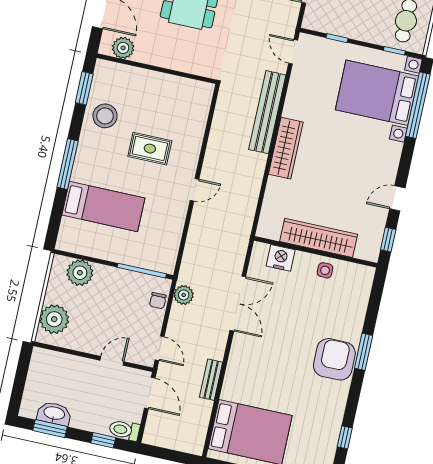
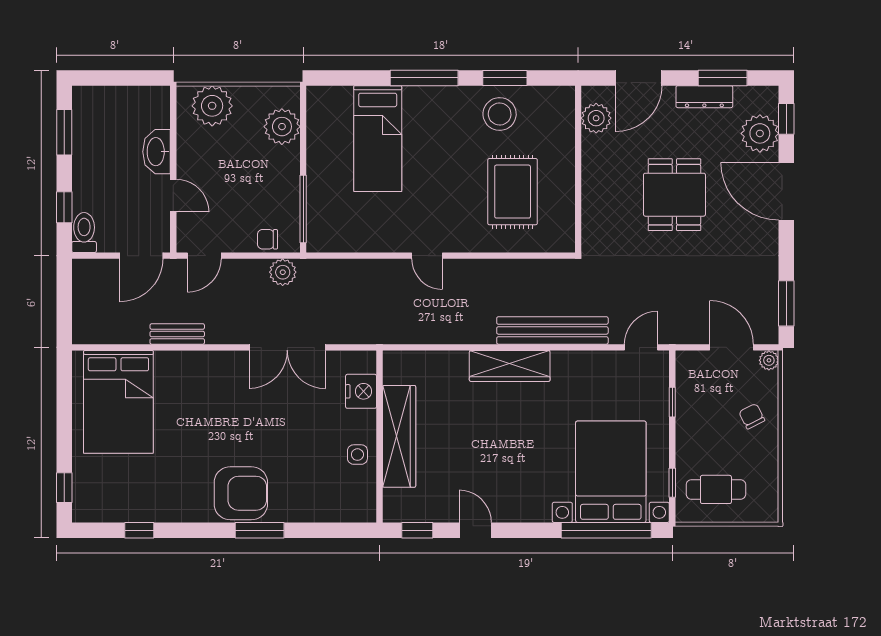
window: (84, 88) -> (505, 78), moved
rug: (150, 149) -> (513, 192), moved, width x1.36, depth x1.43
washbasin: (54, 414) -> (157, 152), moved, turned 180

